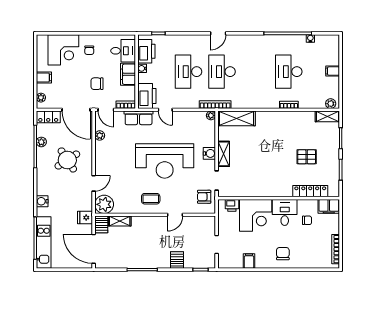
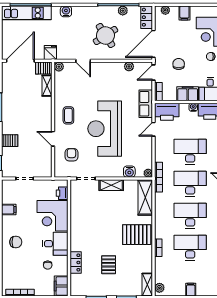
desk: (255, 72) -> (190, 216), added
pallet: (275, 127) -> (137, 235), added
water cooler: (209, 153) -> (129, 172), moved
locker: (310, 191) -> (76, 262), width x0.66
armchair: (204, 197) -> (71, 155), moved
plant: (104, 204) -> (59, 67), width x0.53, depth x0.53

